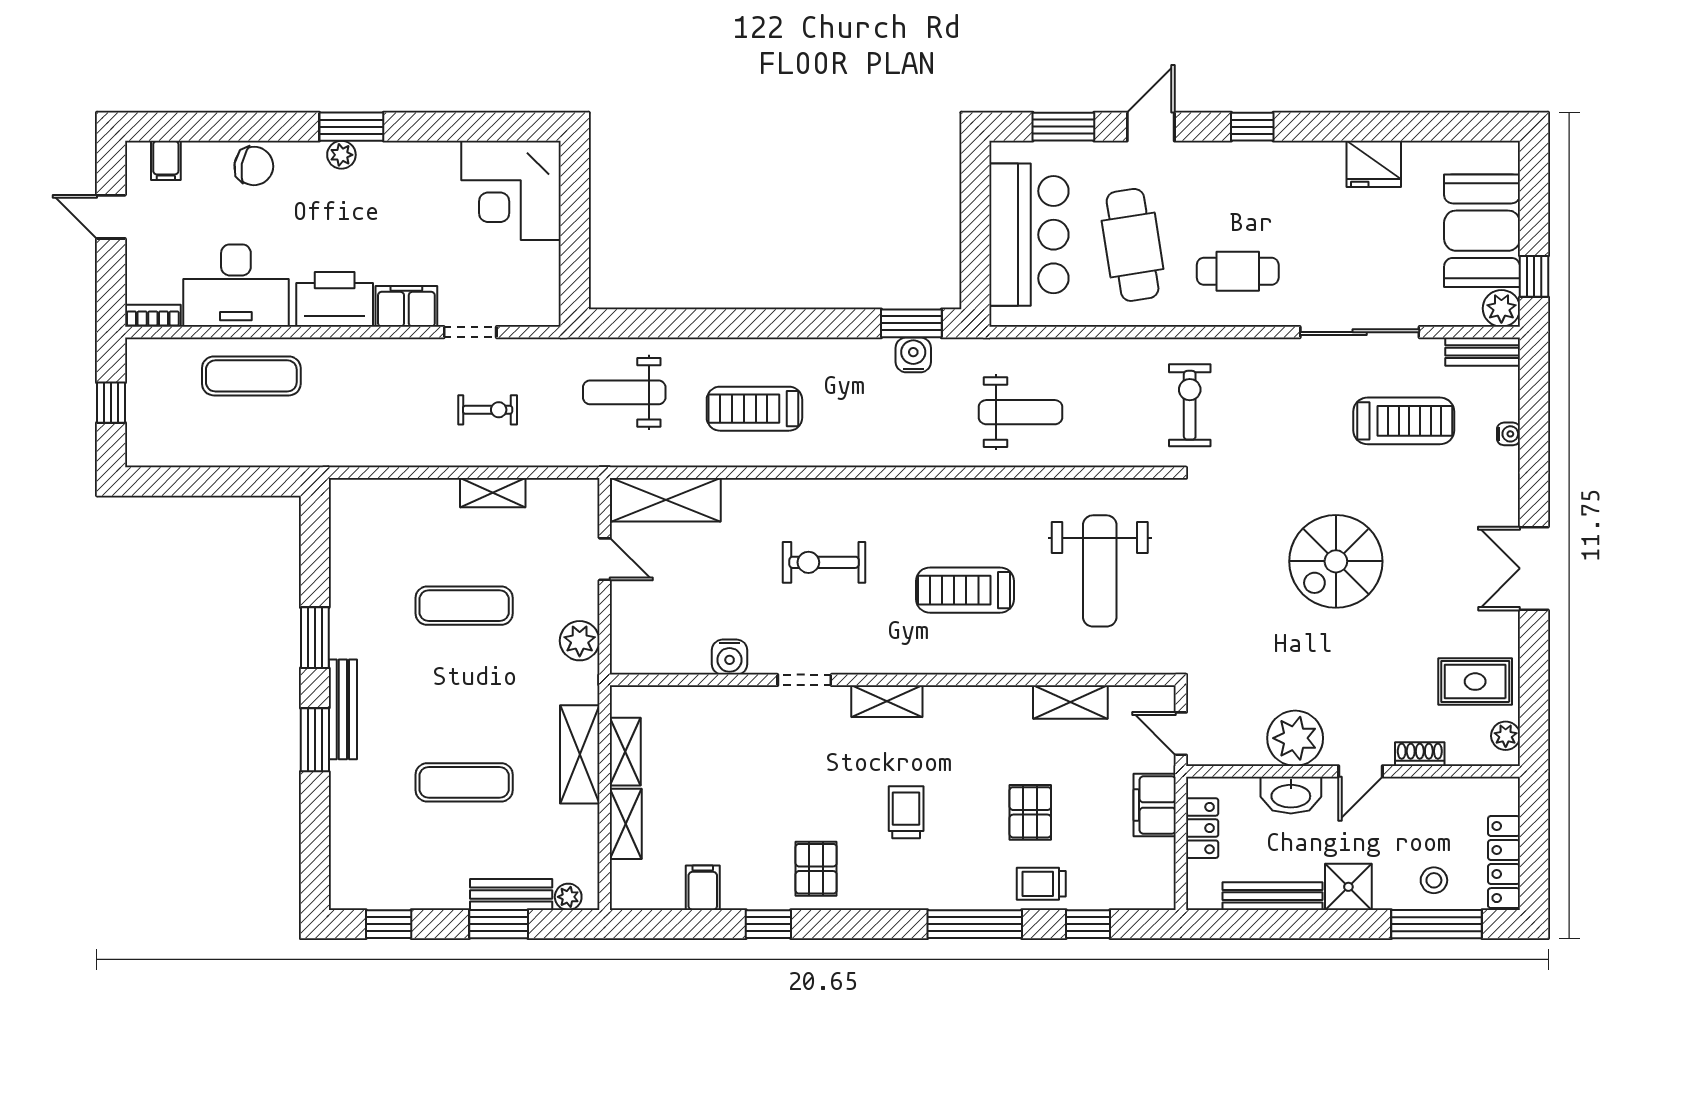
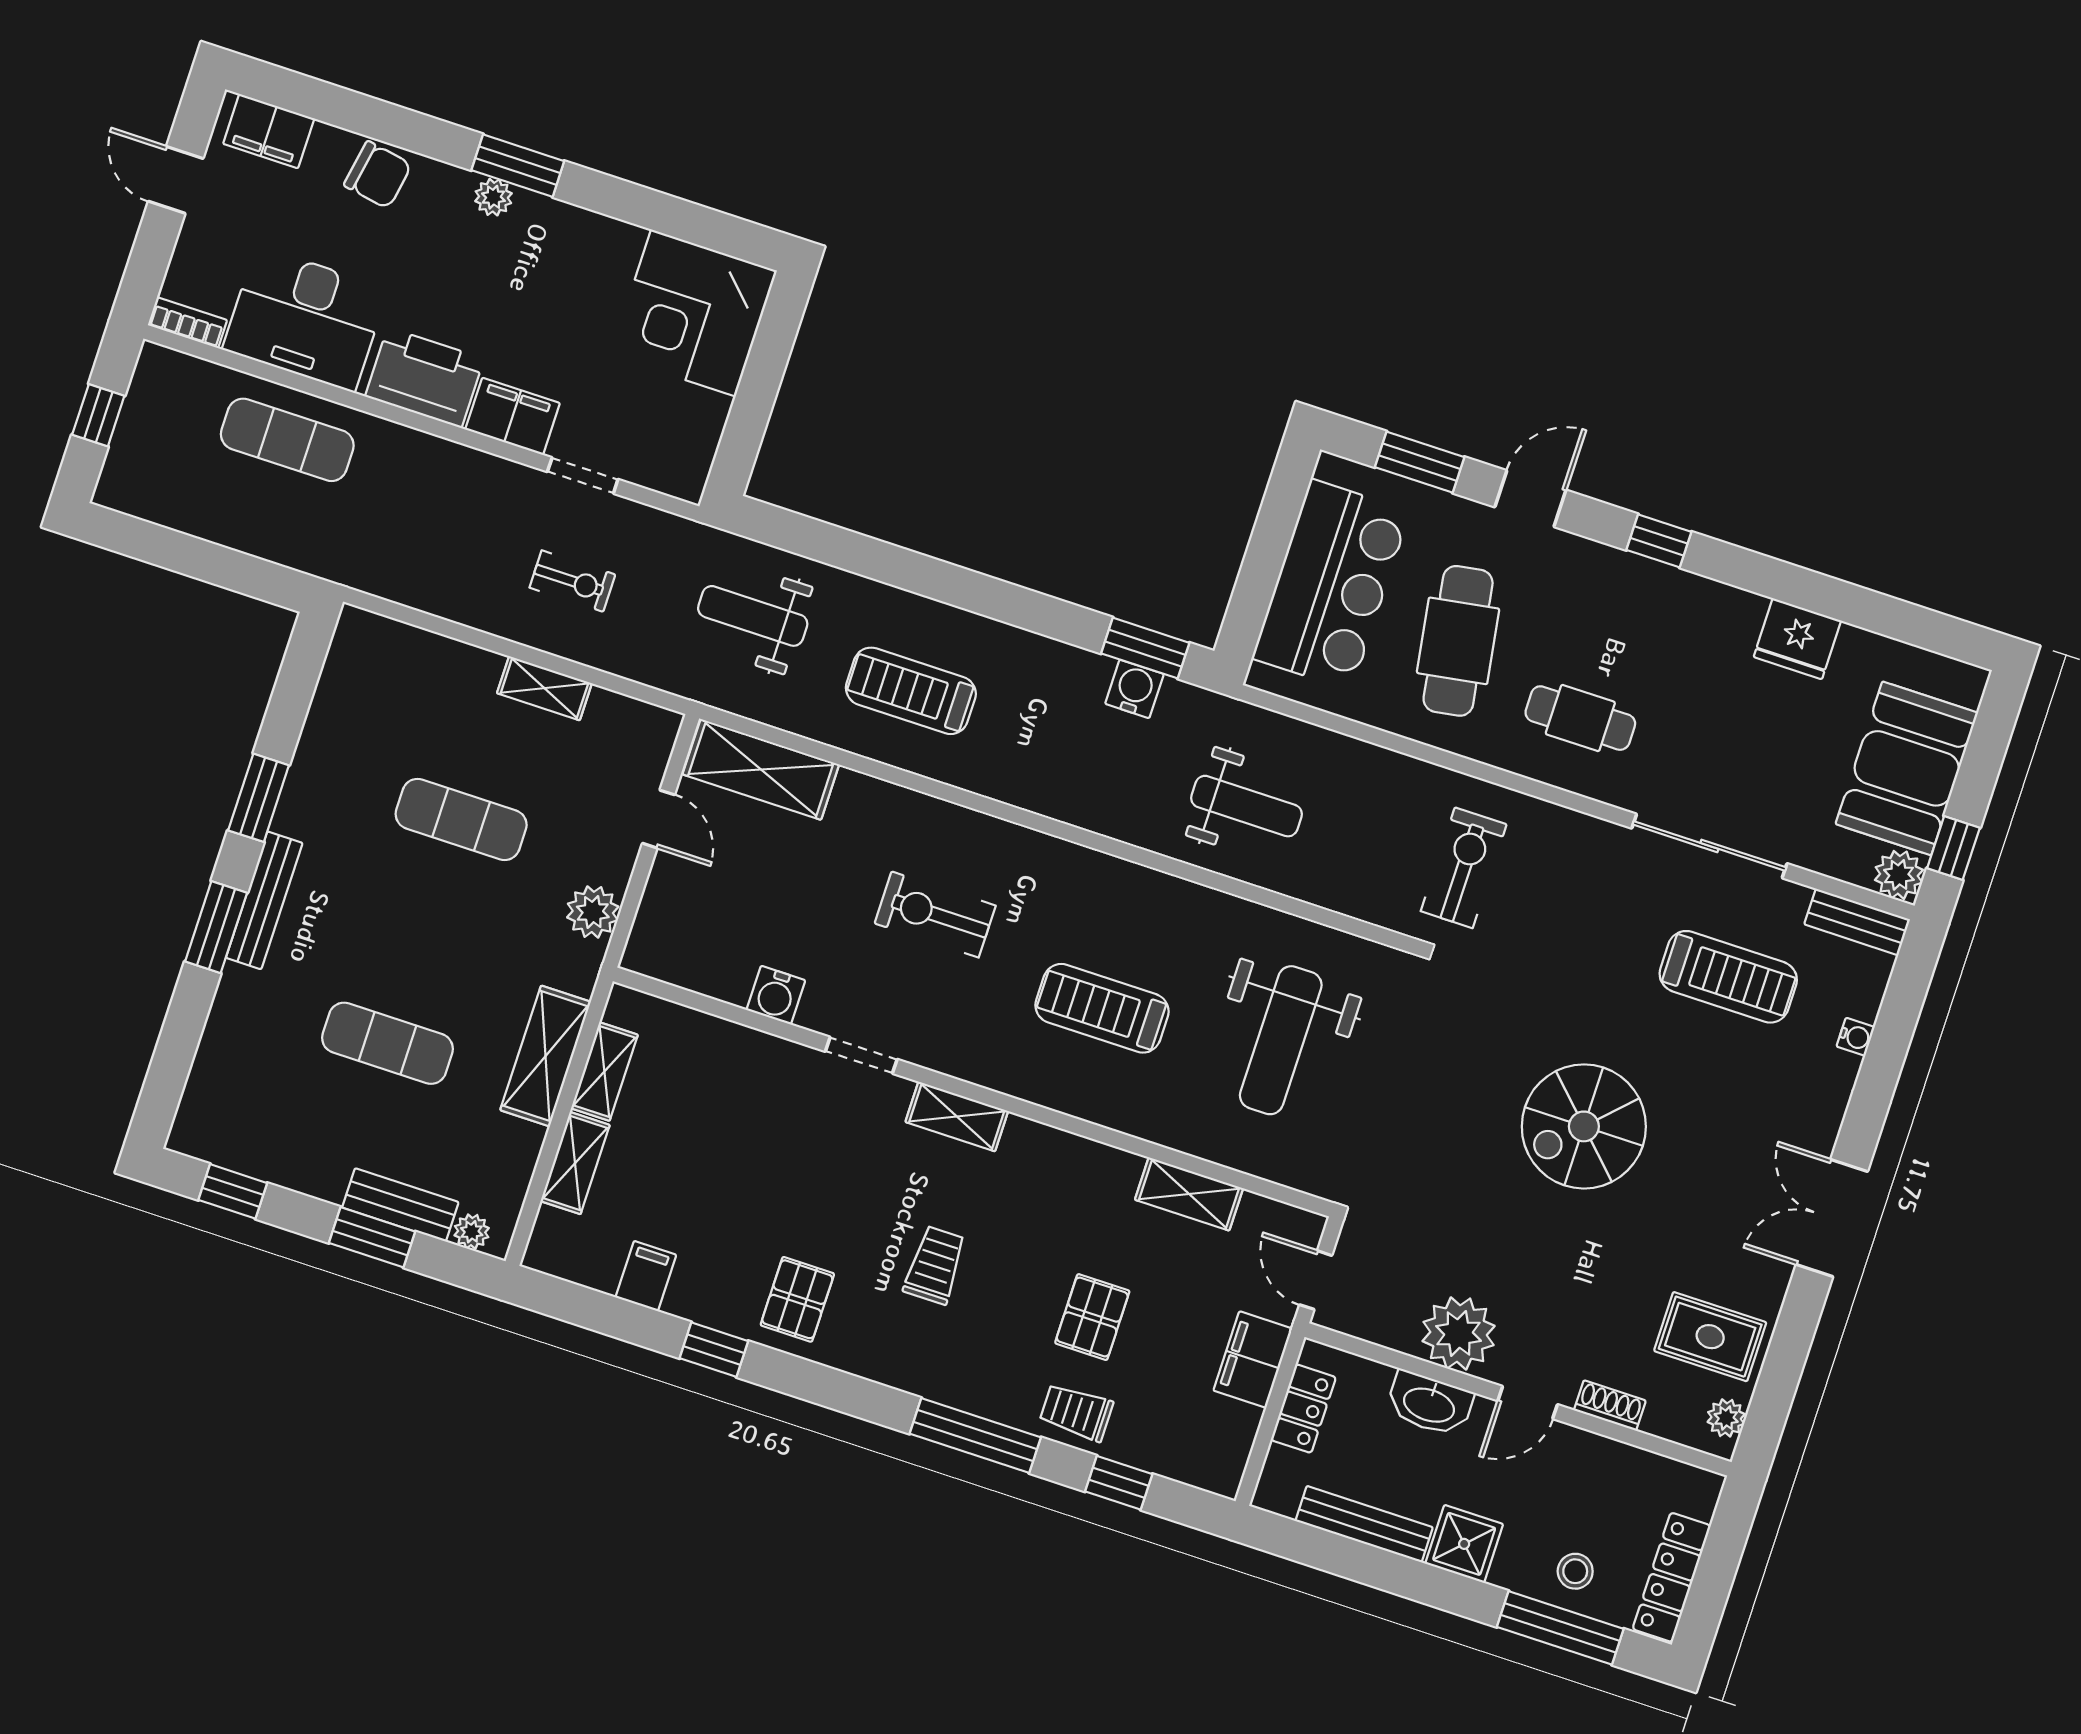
filing cabinet: (166, 160) -> (269, 131), width x2.00

